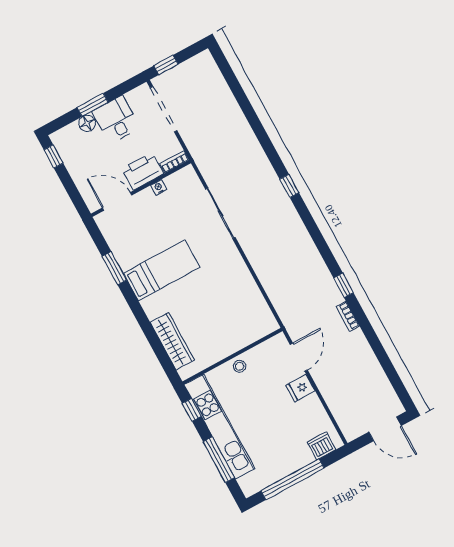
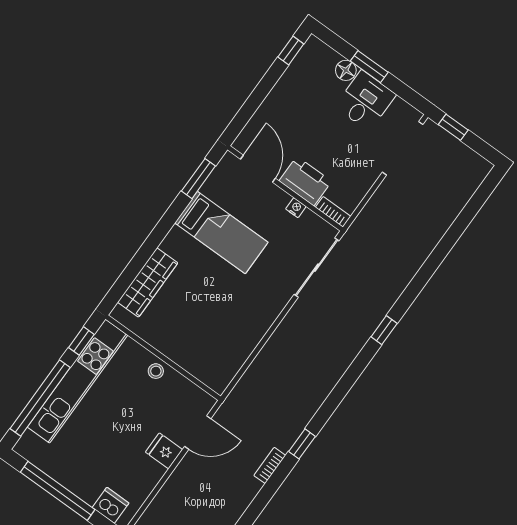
bookcase: (175, 162) -> (333, 212), moved
printer: (143, 171) -> (305, 181), moved
nightstand: (159, 187) -> (296, 208), moved
wall: (141, 188) -> (285, 188), moved
door: (117, 201) -> (258, 169), moved
window: (219, 460) -> (40, 398), width x1.46

